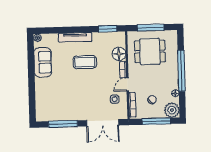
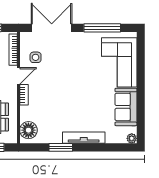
window: (108, 29) -> (61, 147), moved
floor lamp: (119, 54) -> (28, 130), moved
coffee table: (85, 62) -> (72, 106), removed
corner sofa: (49, 97) -> (119, 62), added

